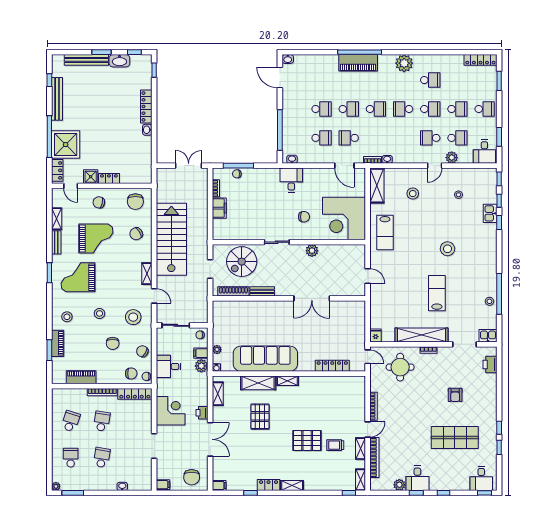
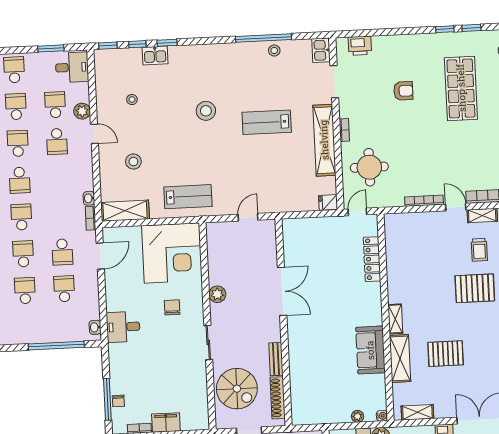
sofa: (265, 359) -> (370, 350), width x0.54, depth x0.79
pallet: (307, 441) -> (475, 288), turned 90

